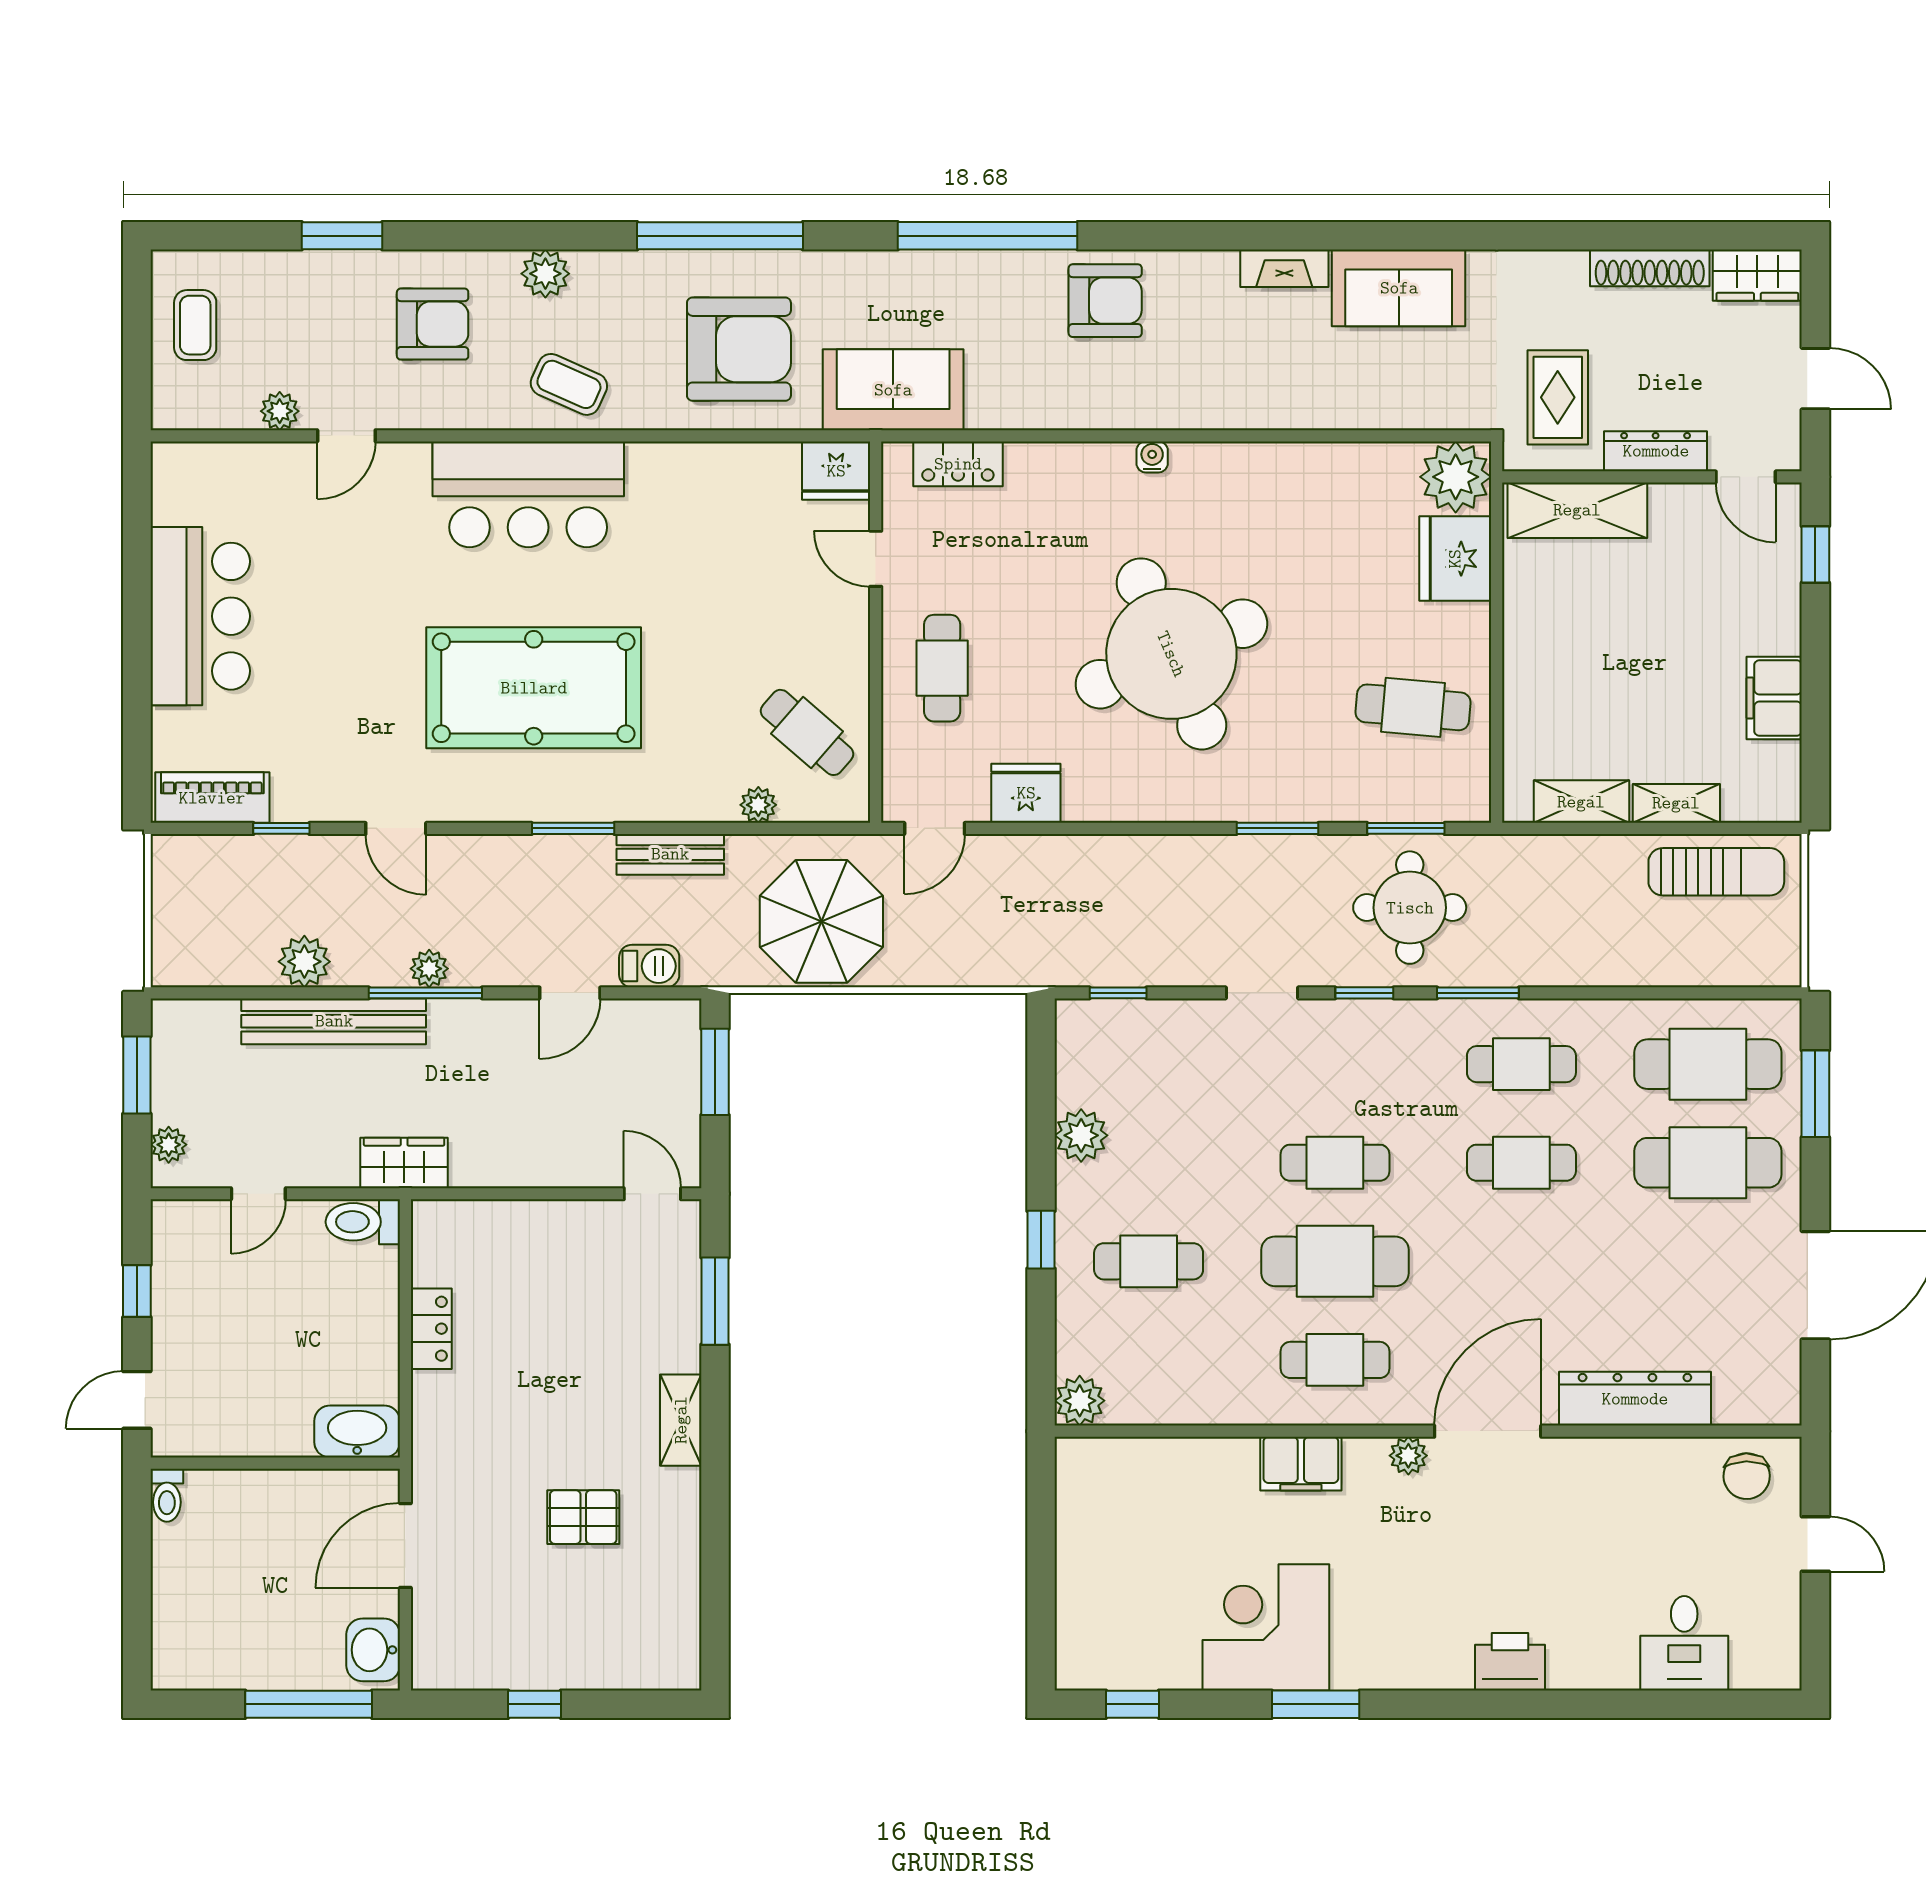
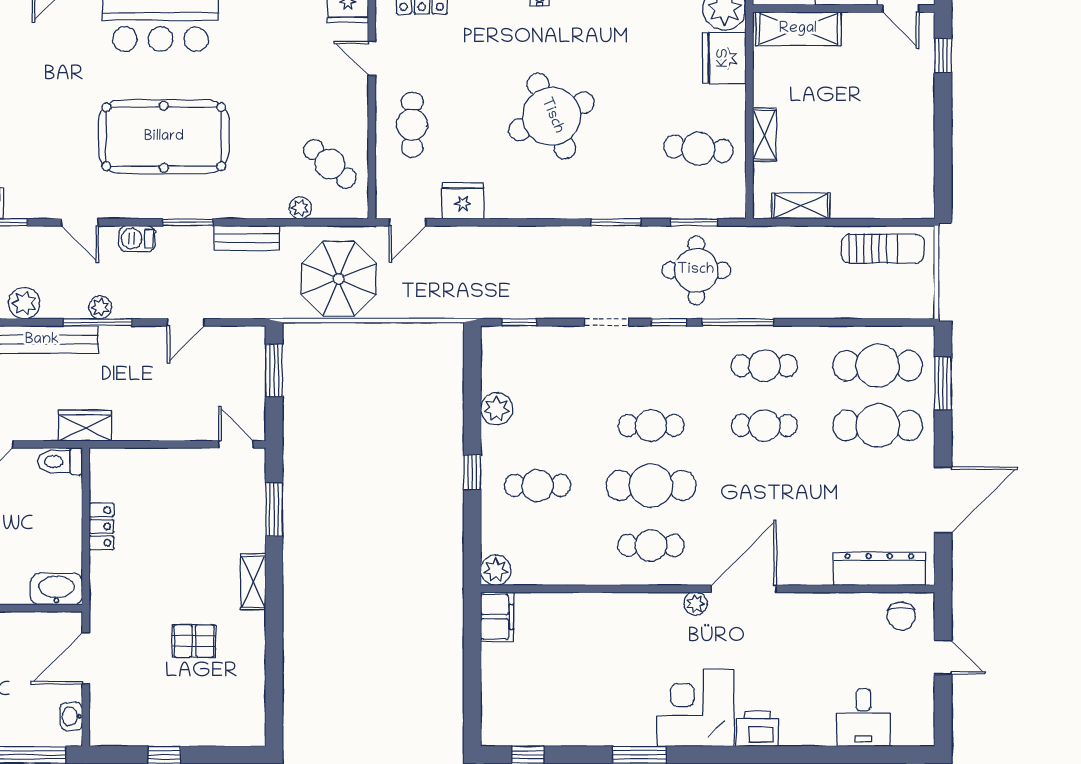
round table: (1171, 654) -> (552, 116), width x0.73, depth x0.73
filing cabinet: (1774, 698) -> (918, 143), removed
shelving: (1676, 803) -> (765, 135), moved, turned 90
barbecue: (649, 966) -> (137, 239), moved, turned 180
window: (1478, 993) -> (738, 322), width x1.44
dresser: (1635, 1399) -> (879, 569), moved
filing cabinet: (1301, 1464) -> (497, 617), moved, turned -90
corner desk: (1266, 1627) -> (696, 708), moved
washbasin: (373, 1650) -> (71, 716), width x0.72, depth x0.69

